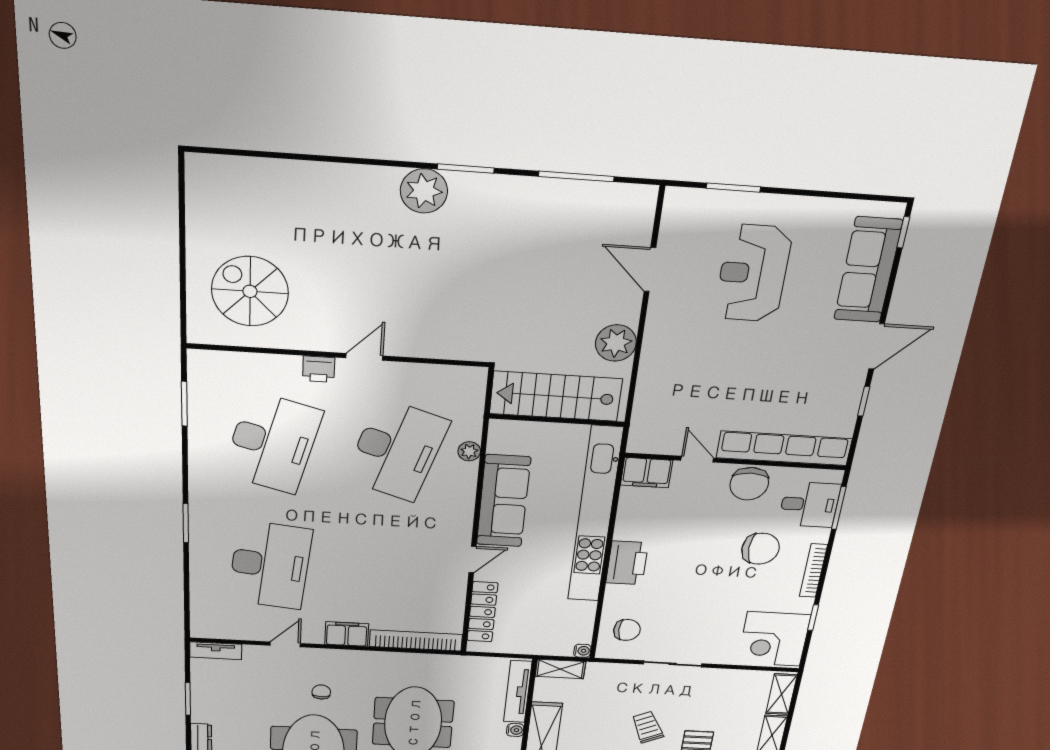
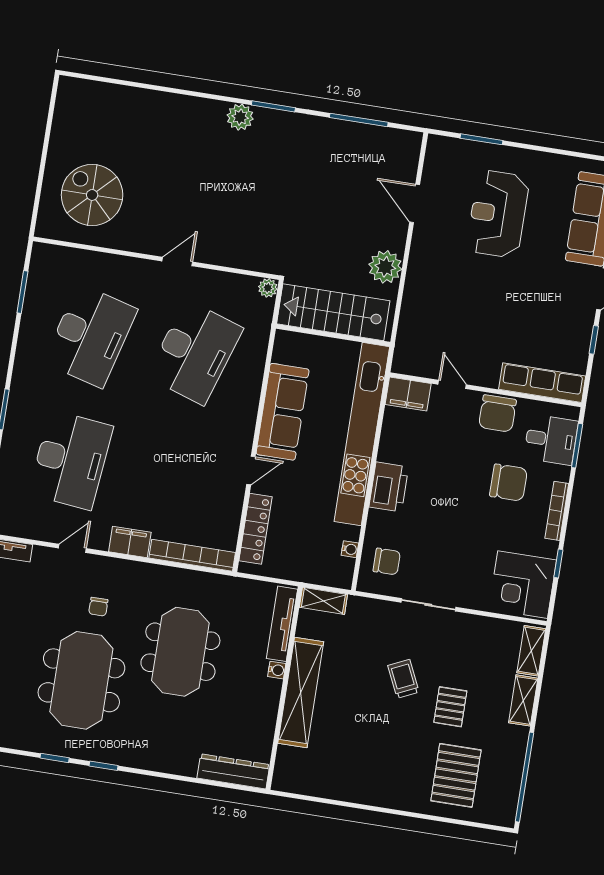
plant: (424, 191) -> (240, 117), width x0.73, depth x0.73
printer: (319, 369) -> (138, 270), removed
row of seats: (784, 448) -> (542, 383), width x0.73
plant: (469, 451) -> (268, 288), moved
water cooler: (582, 651) -> (350, 549), moved
chair: (321, 692) -> (98, 607), turned 180

